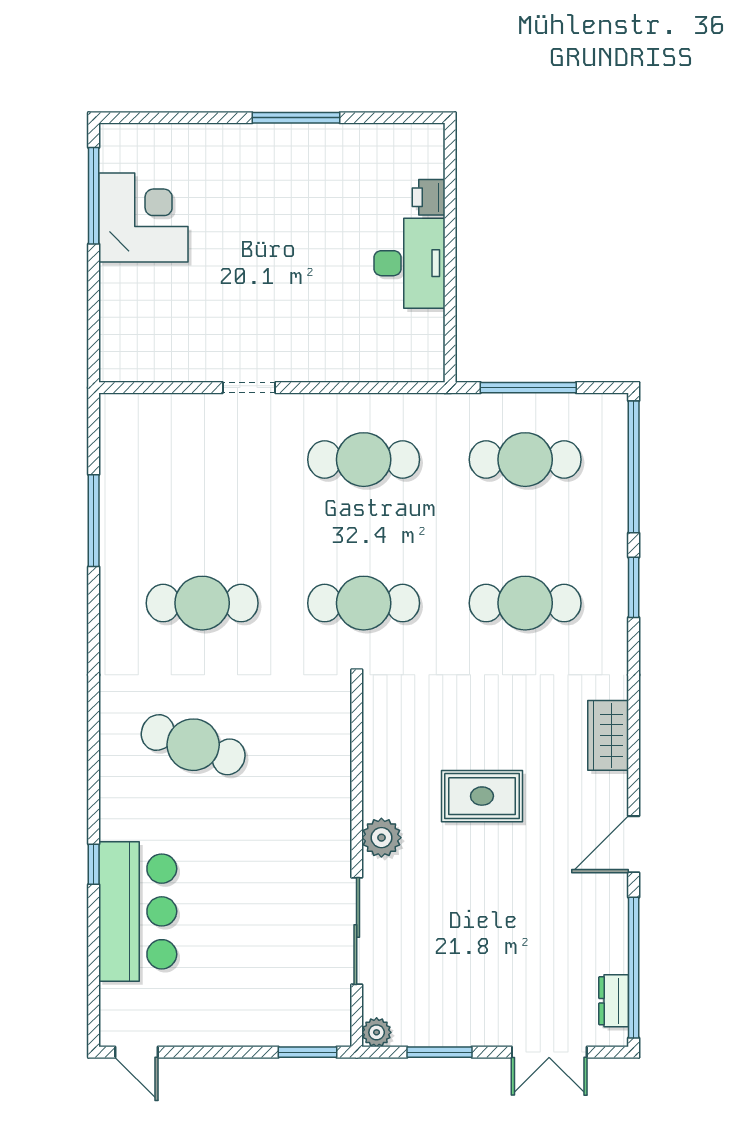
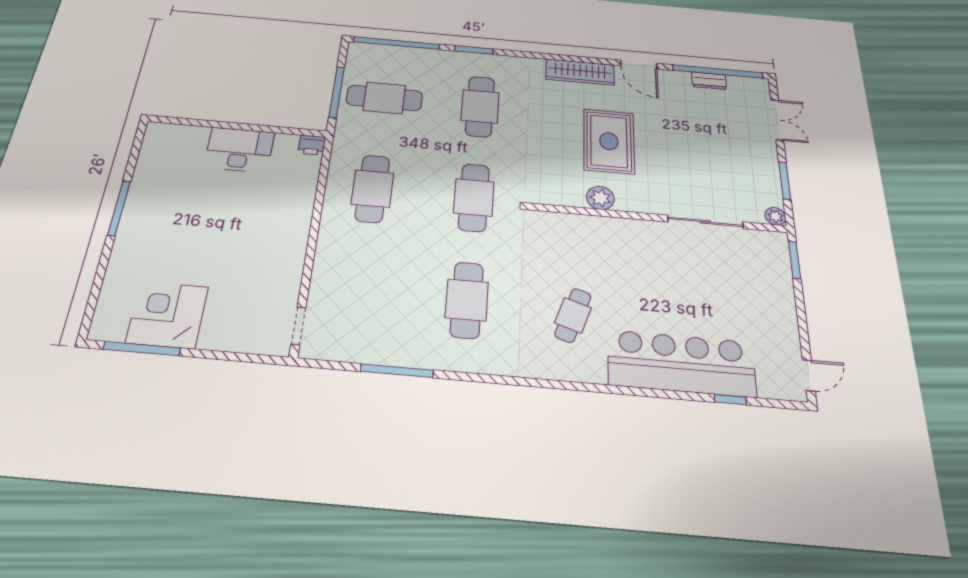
printer: (429, 197) -> (312, 145), moved
doorway: (249, 388) -> (298, 326), moved
cafe table: (525, 460) -> (384, 98), turned 90
wardrobe: (608, 735) -> (580, 72), width x1.50
cafe table: (193, 745) -> (573, 315), width x0.73, depth x0.74
rug: (482, 796) -> (609, 141), width x1.36, depth x1.43
plant: (381, 838) -> (600, 198), moved
window: (94, 864) -> (730, 400), moved
bar counter: (138, 911) -> (681, 363), width x1.36
dresser: (614, 1001) -> (709, 81), moved

